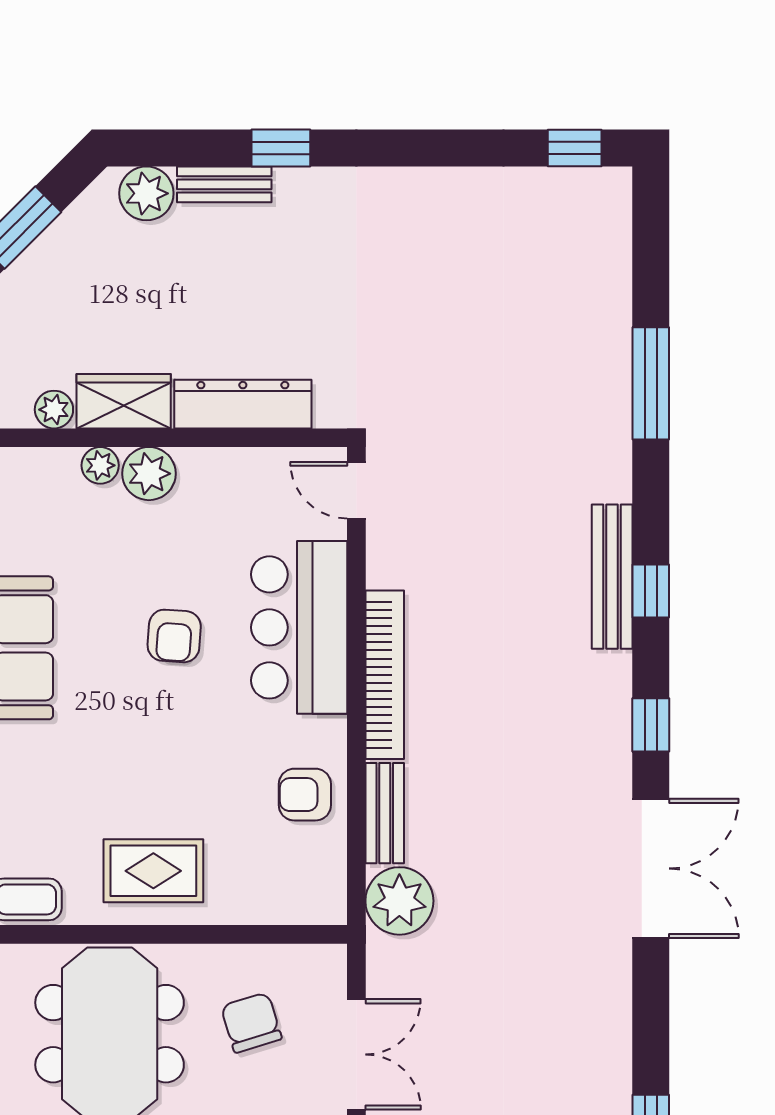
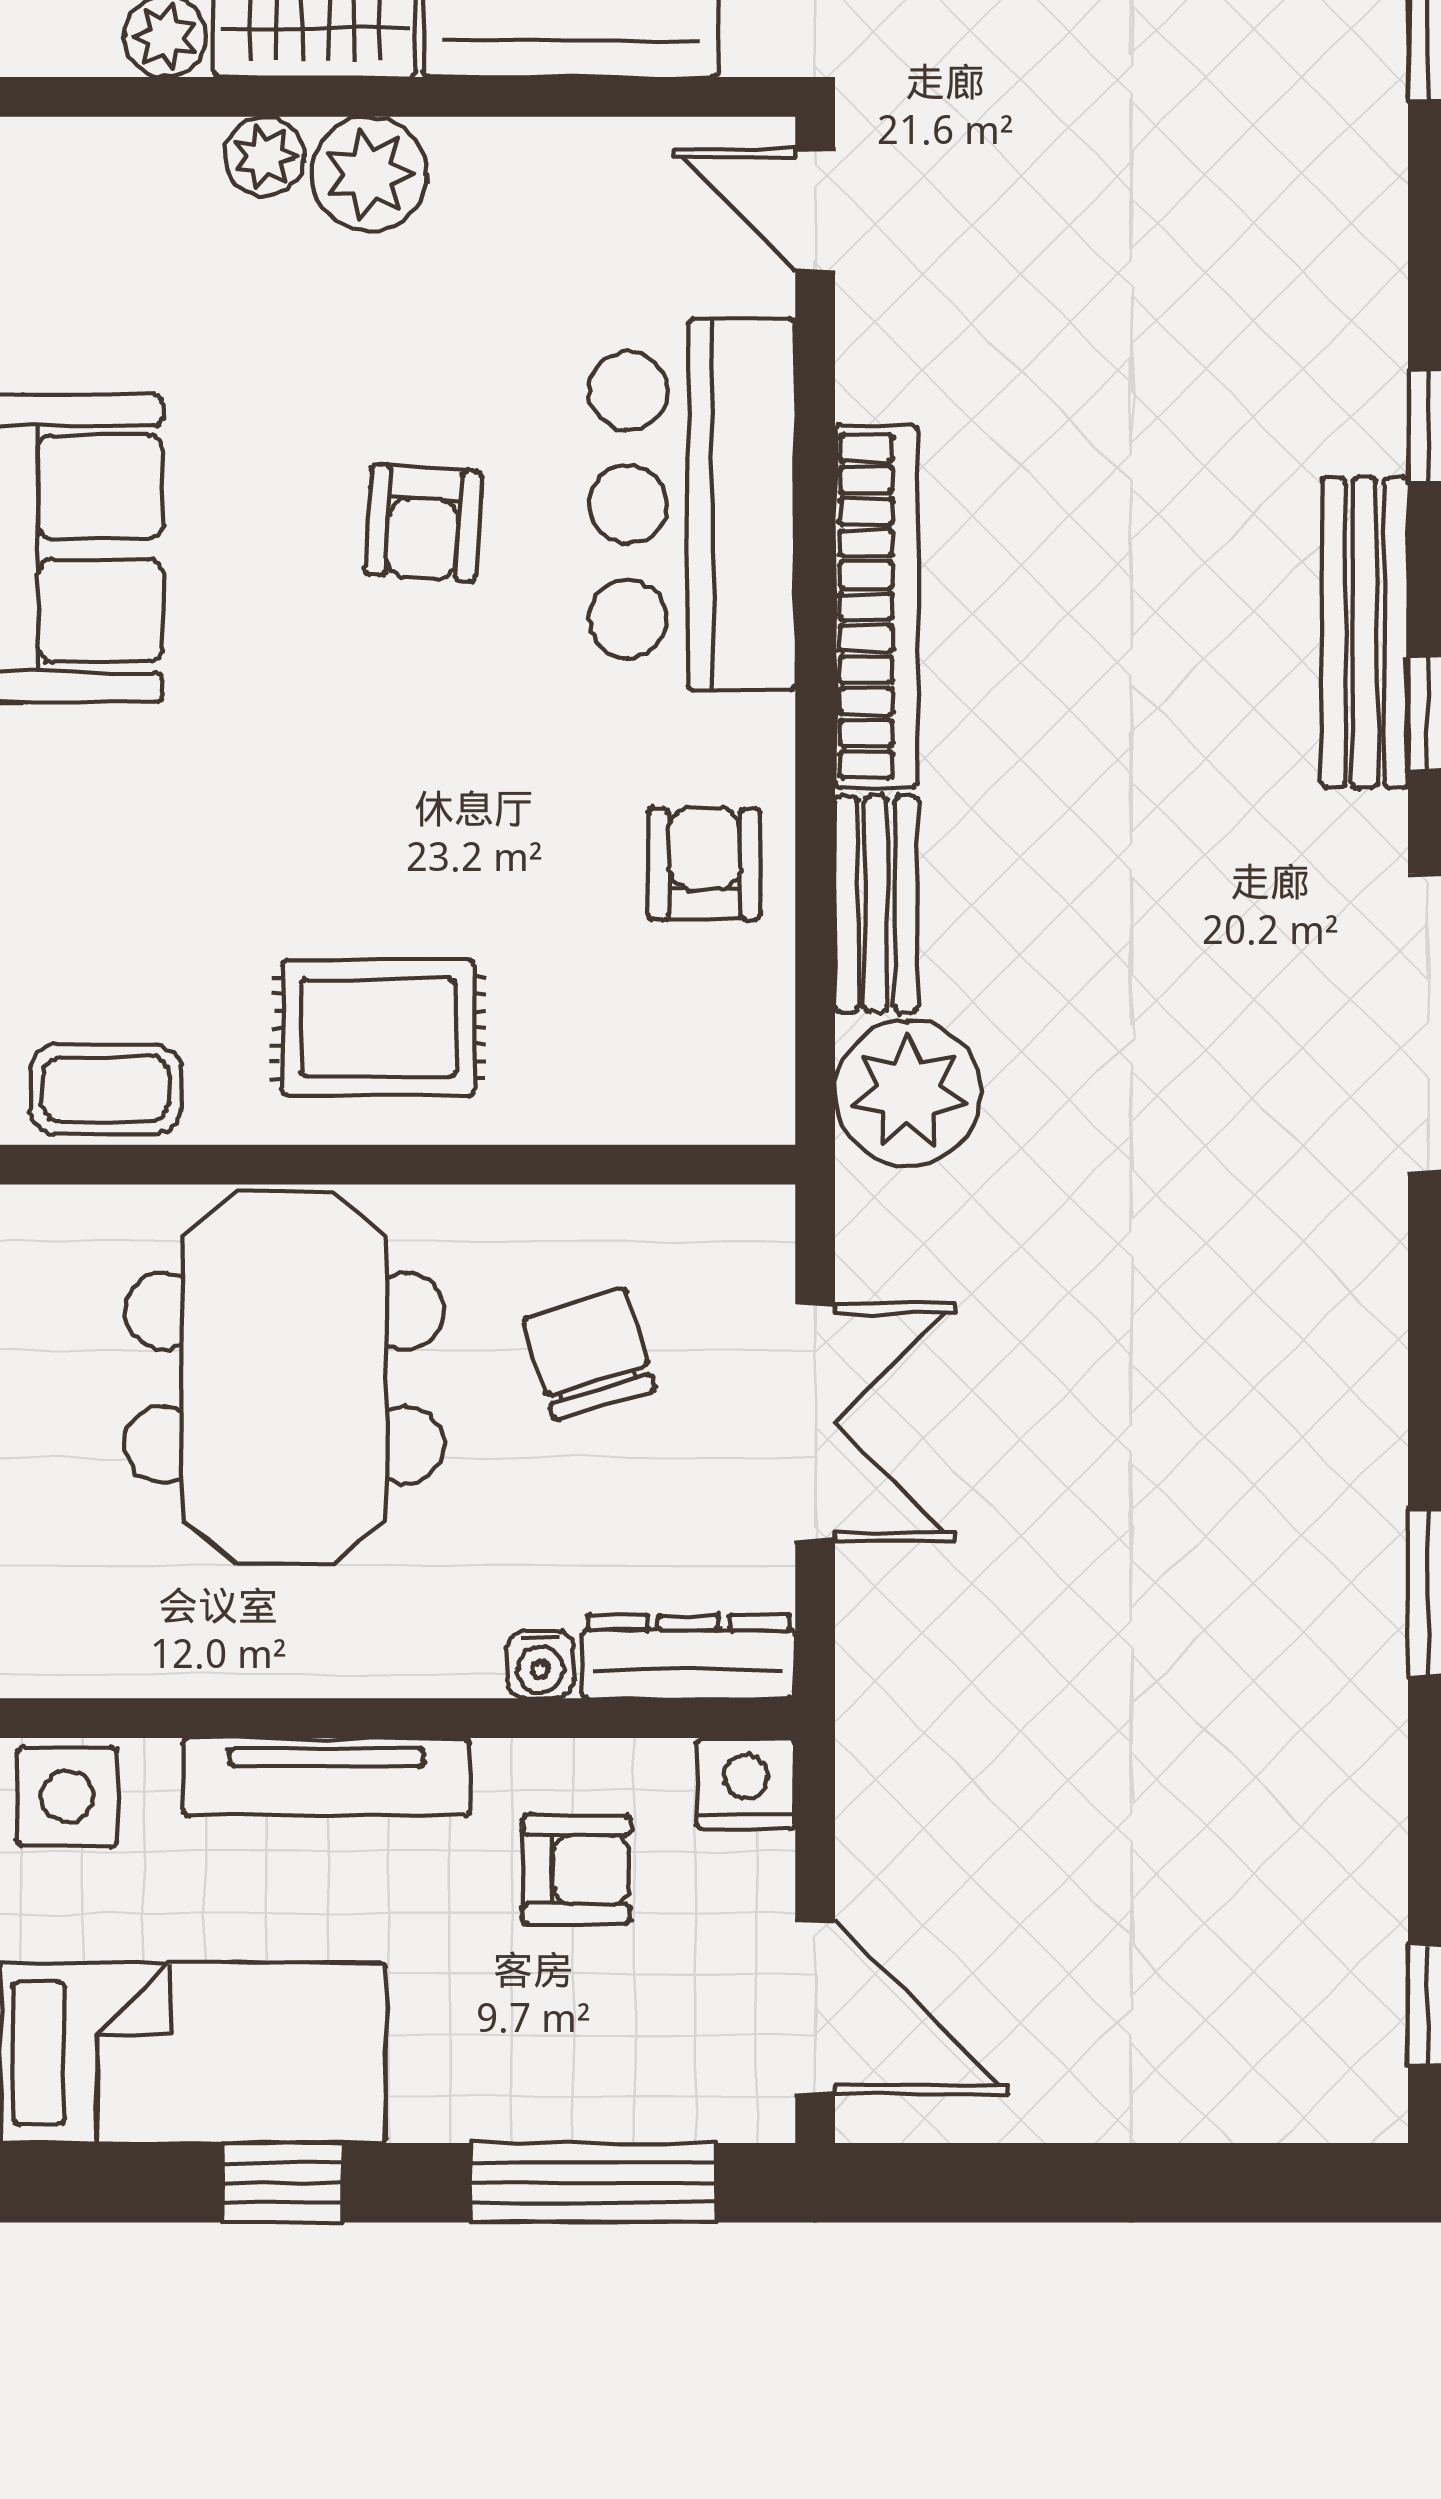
bench: (612, 577) -> (1365, 633), moved
armchair: (305, 795) -> (704, 864), turned 90

